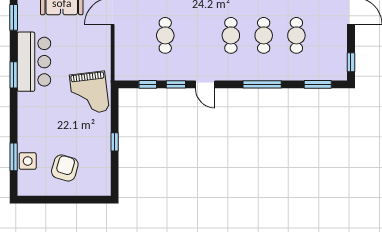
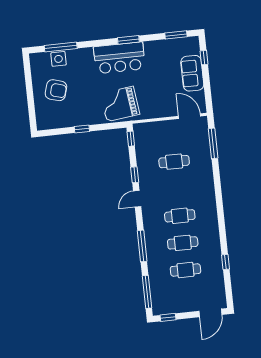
bar counter: (34, 62) -> (119, 58), moved
window: (148, 84) -> (131, 139), moved
window: (318, 84) -> (147, 292), width x1.44
window: (14, 157) -> (61, 47), width x1.44

